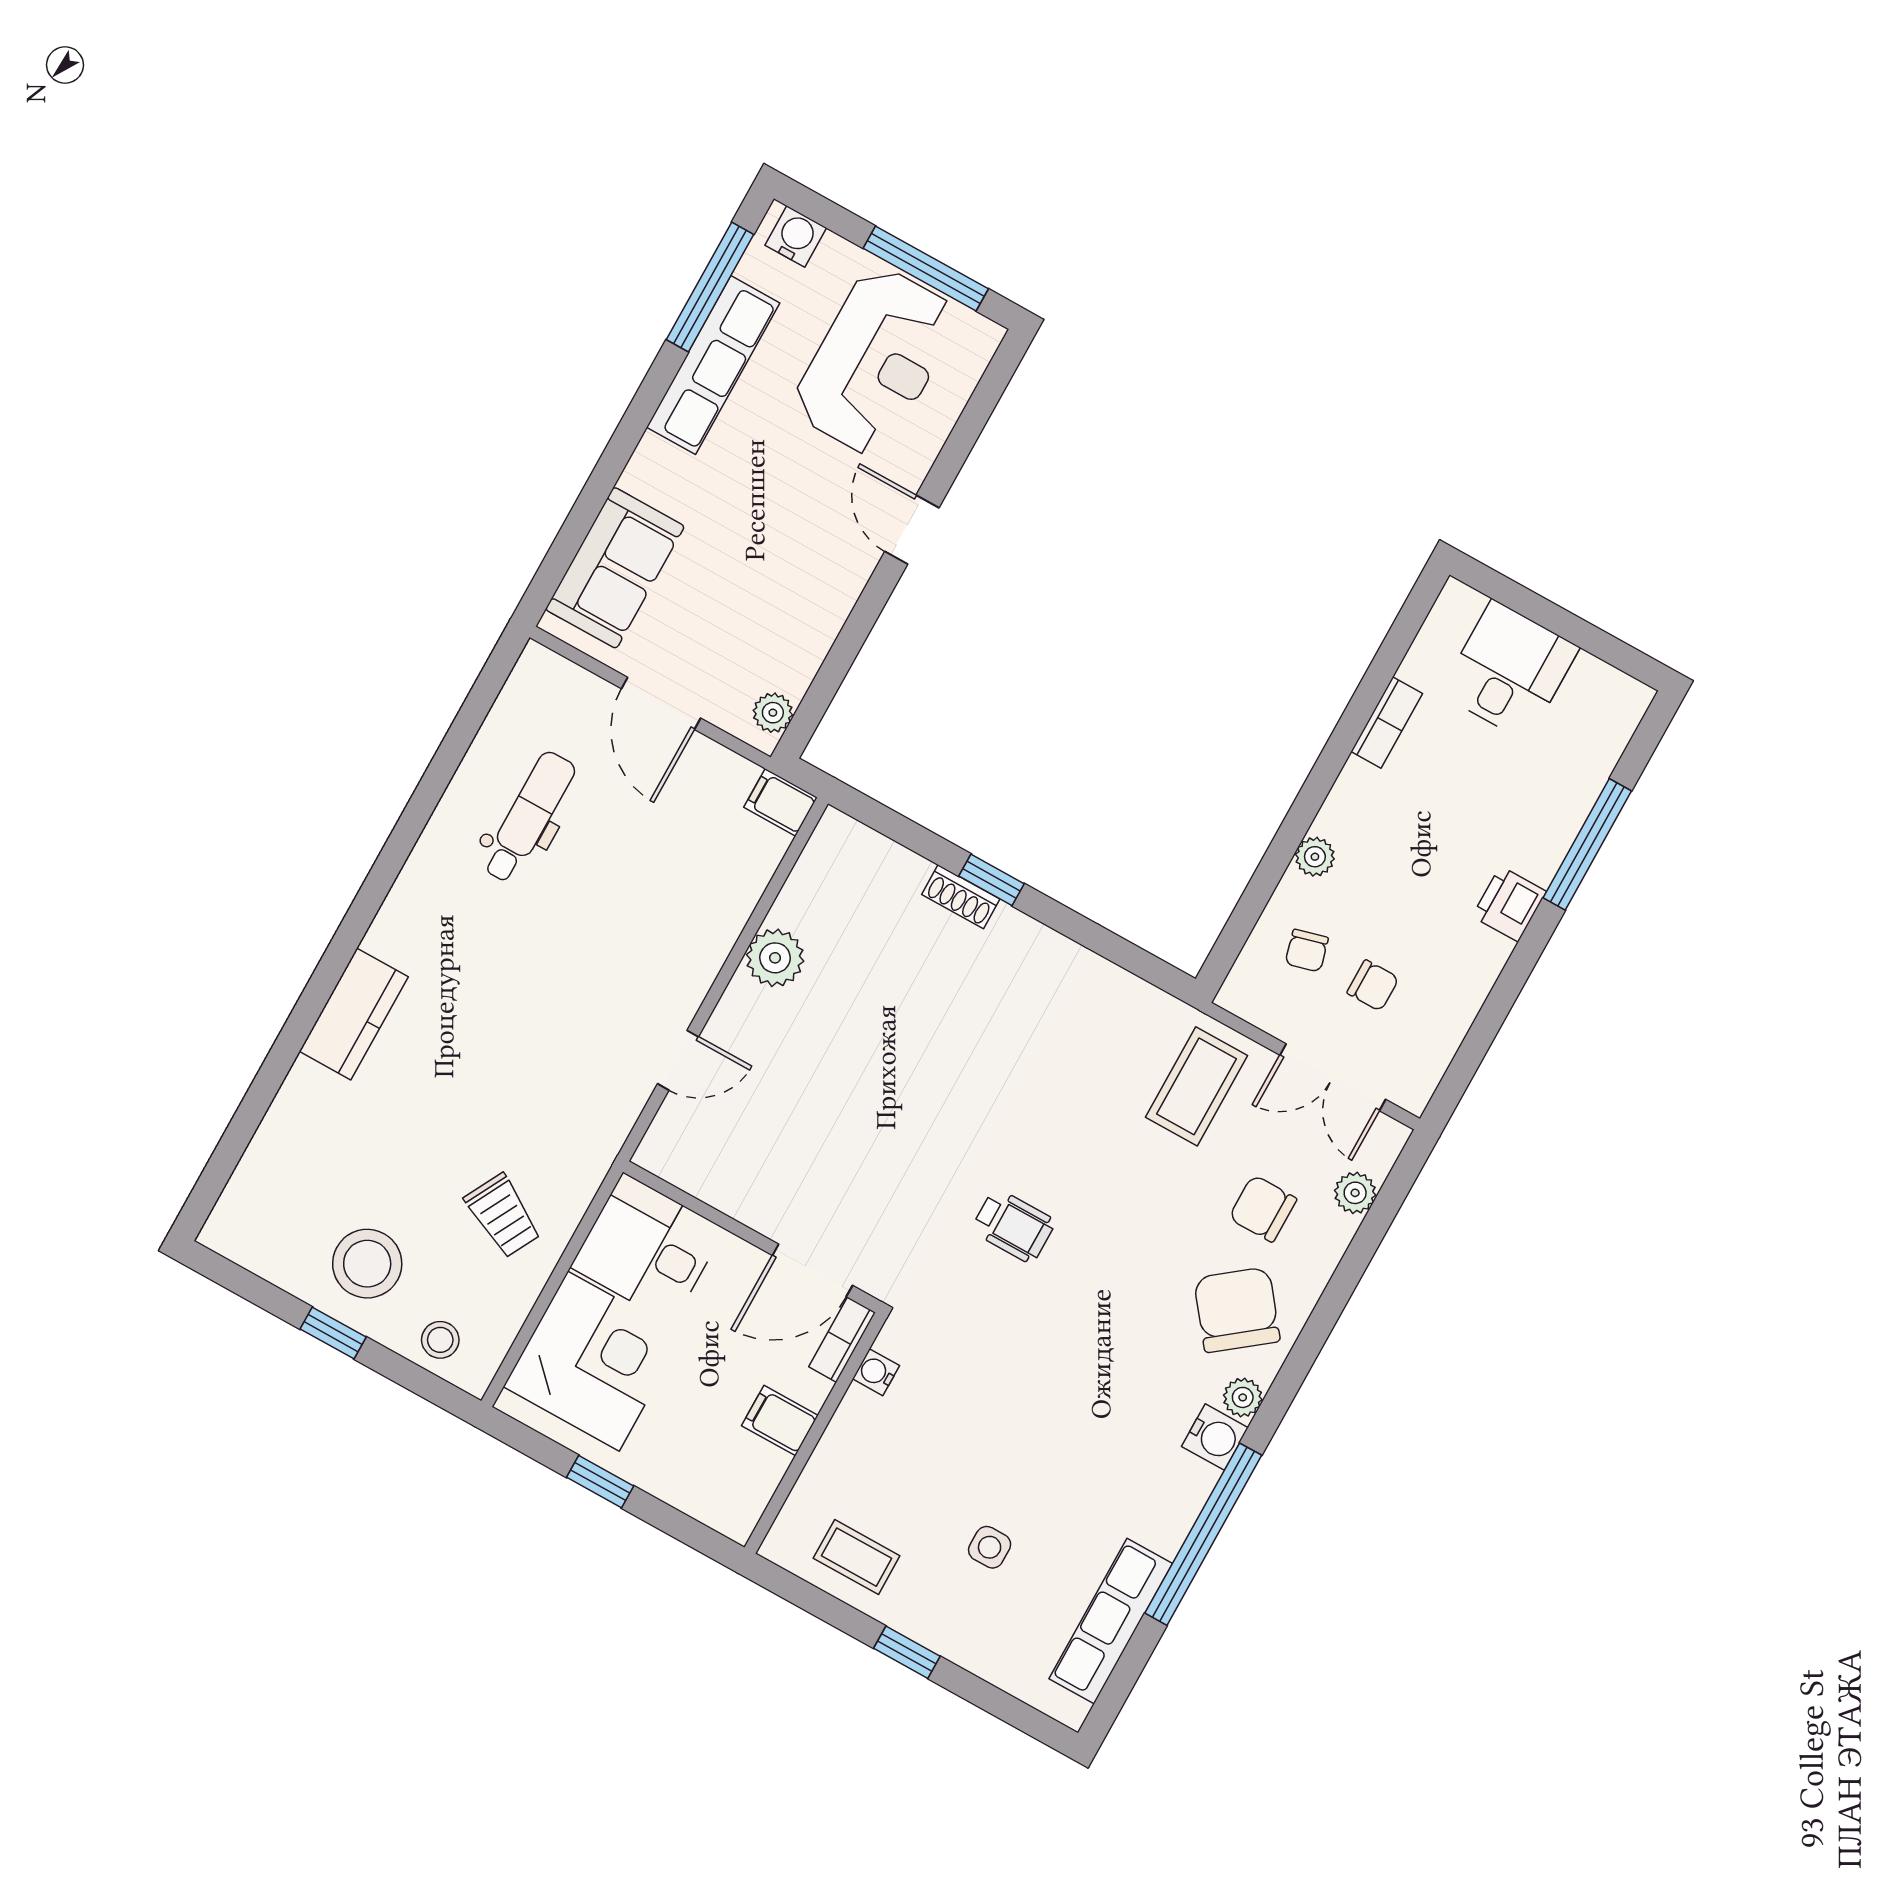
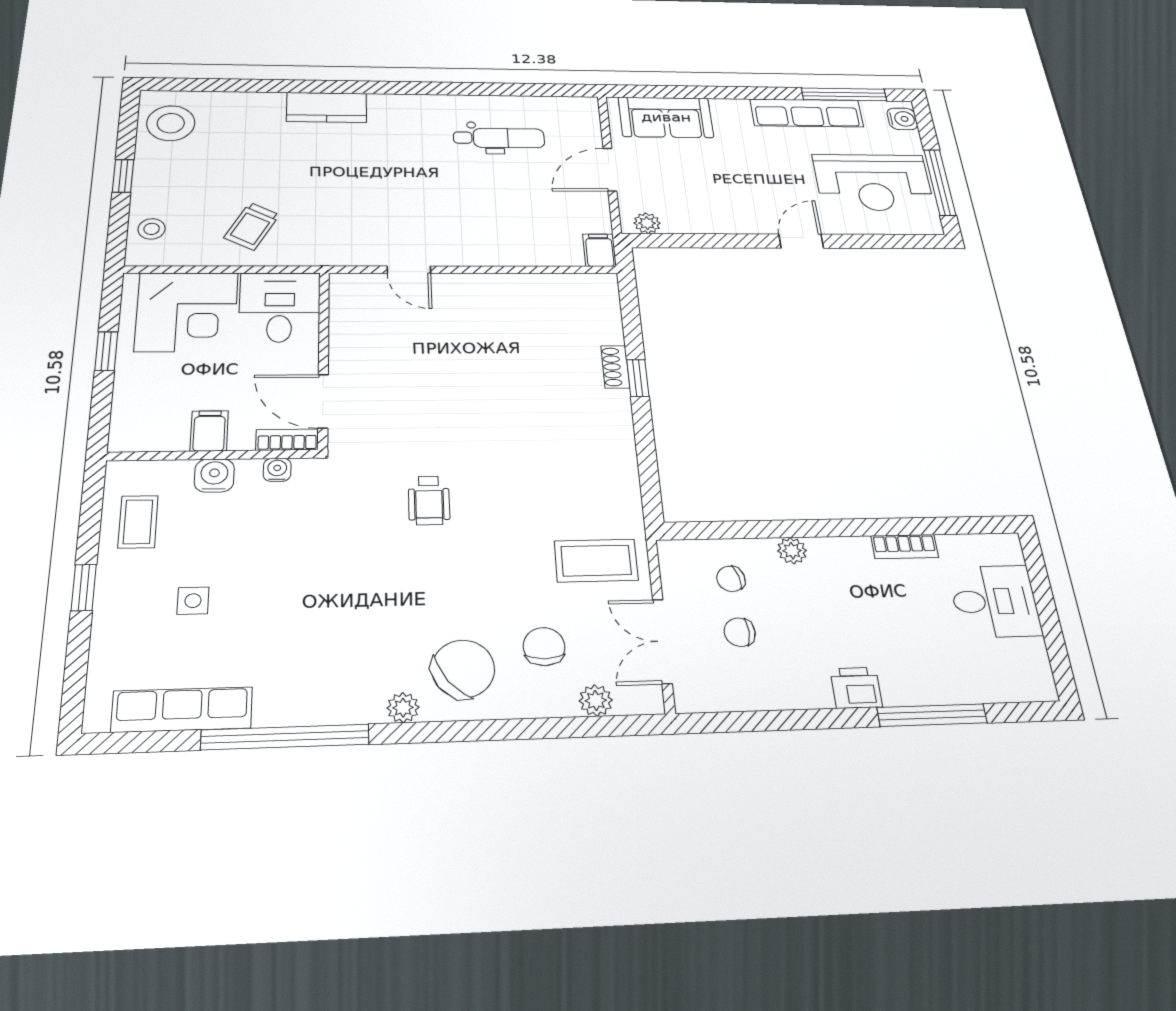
plant: (775, 958) -> (507, 290), removed
chair: (1373, 986) -> (740, 632), turned 90
stool: (367, 1264) -> (171, 123), moved
water cooler: (1215, 1437) -> (214, 476), moved, turned 180

